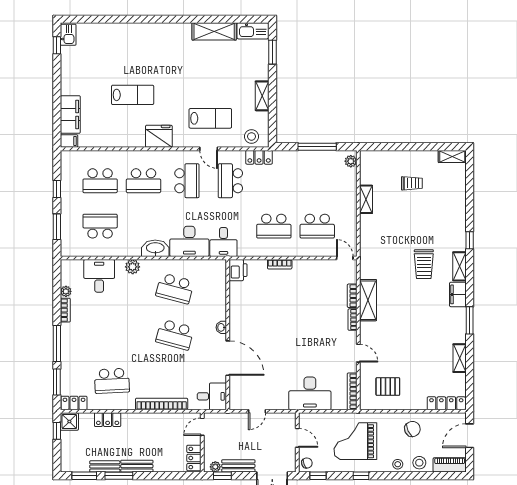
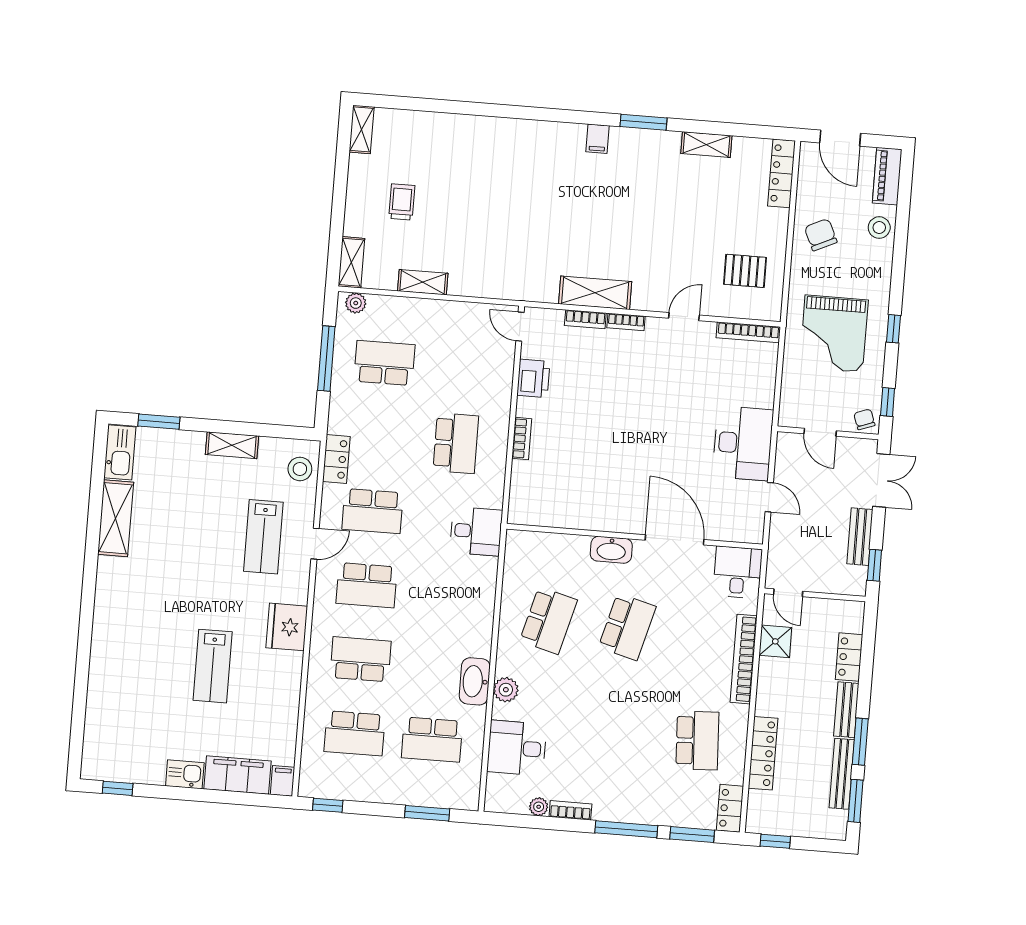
kitchen sink: (68, 35) -> (185, 774), moved
lab bench: (133, 95) -> (213, 666), turned 180
lab bench: (210, 118) -> (263, 537), turned 180
school desk: (100, 181) -> (355, 733), turned 90
school desk: (144, 181) -> (361, 659), turned -90
school desk: (187, 181) -> (367, 585), turned 180
window: (57, 189) -> (328, 805), moved
school desk: (100, 226) -> (432, 740), turned -90
school desk: (317, 226) -> (384, 363), moved, turned -90
window: (470, 240) -> (507, 111), removed
desk: (189, 241) -> (470, 589), removed
washbasin: (155, 248) -> (475, 681), moved
door: (345, 258) -> (520, 327), hinge flipped
trolley: (424, 264) -> (541, 193), removed
shelving: (459, 266) -> (351, 262), moved, turned 90
printer: (238, 270) -> (533, 378), moved, turned 90
filing cabinet: (458, 294) -> (598, 139), width x0.50
washbasin: (221, 327) -> (611, 550), width x1.91, depth x1.45
door: (228, 358) -> (675, 540), hinge flipped
pallet: (388, 387) -> (745, 271), turned 90
desk: (310, 393) -> (743, 443), moved
locker: (108, 420) -> (763, 753), width x1.53
shower: (69, 422) -> (775, 641), moved
door: (297, 438) -> (820, 432), swing flipped
locker: (194, 458) -> (849, 657), moved, turned 90
stool: (398, 464) -> (879, 265), removed
bench: (105, 466) -> (842, 774), width x1.36
plant: (215, 467) -> (858, 576), removed

